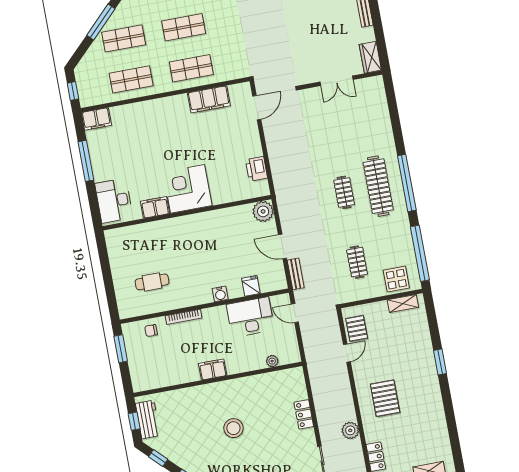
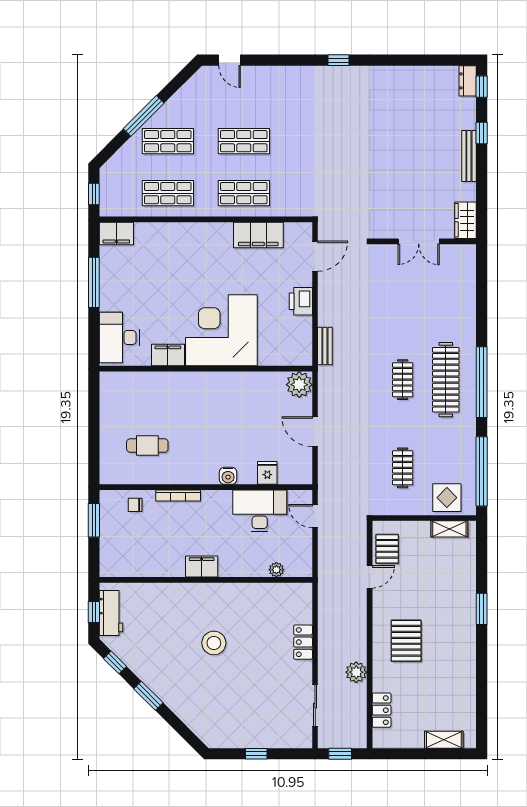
printer: (256, 169) -> (301, 301), moved
corner desk: (188, 189) -> (221, 330), width x1.36, depth x1.36
bench: (296, 274) -> (325, 346), moved

